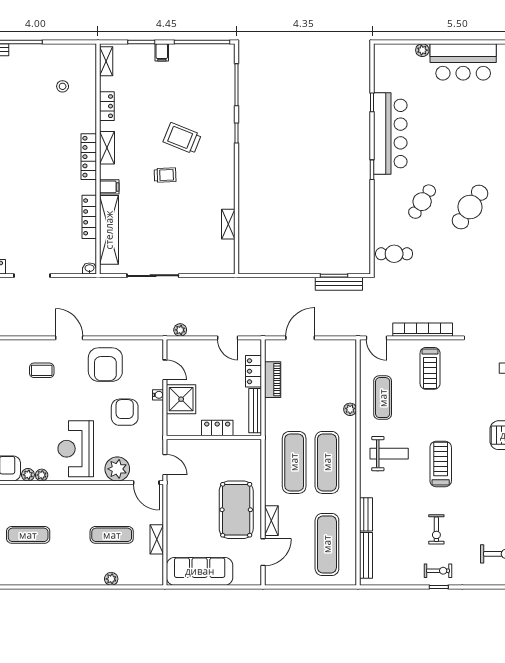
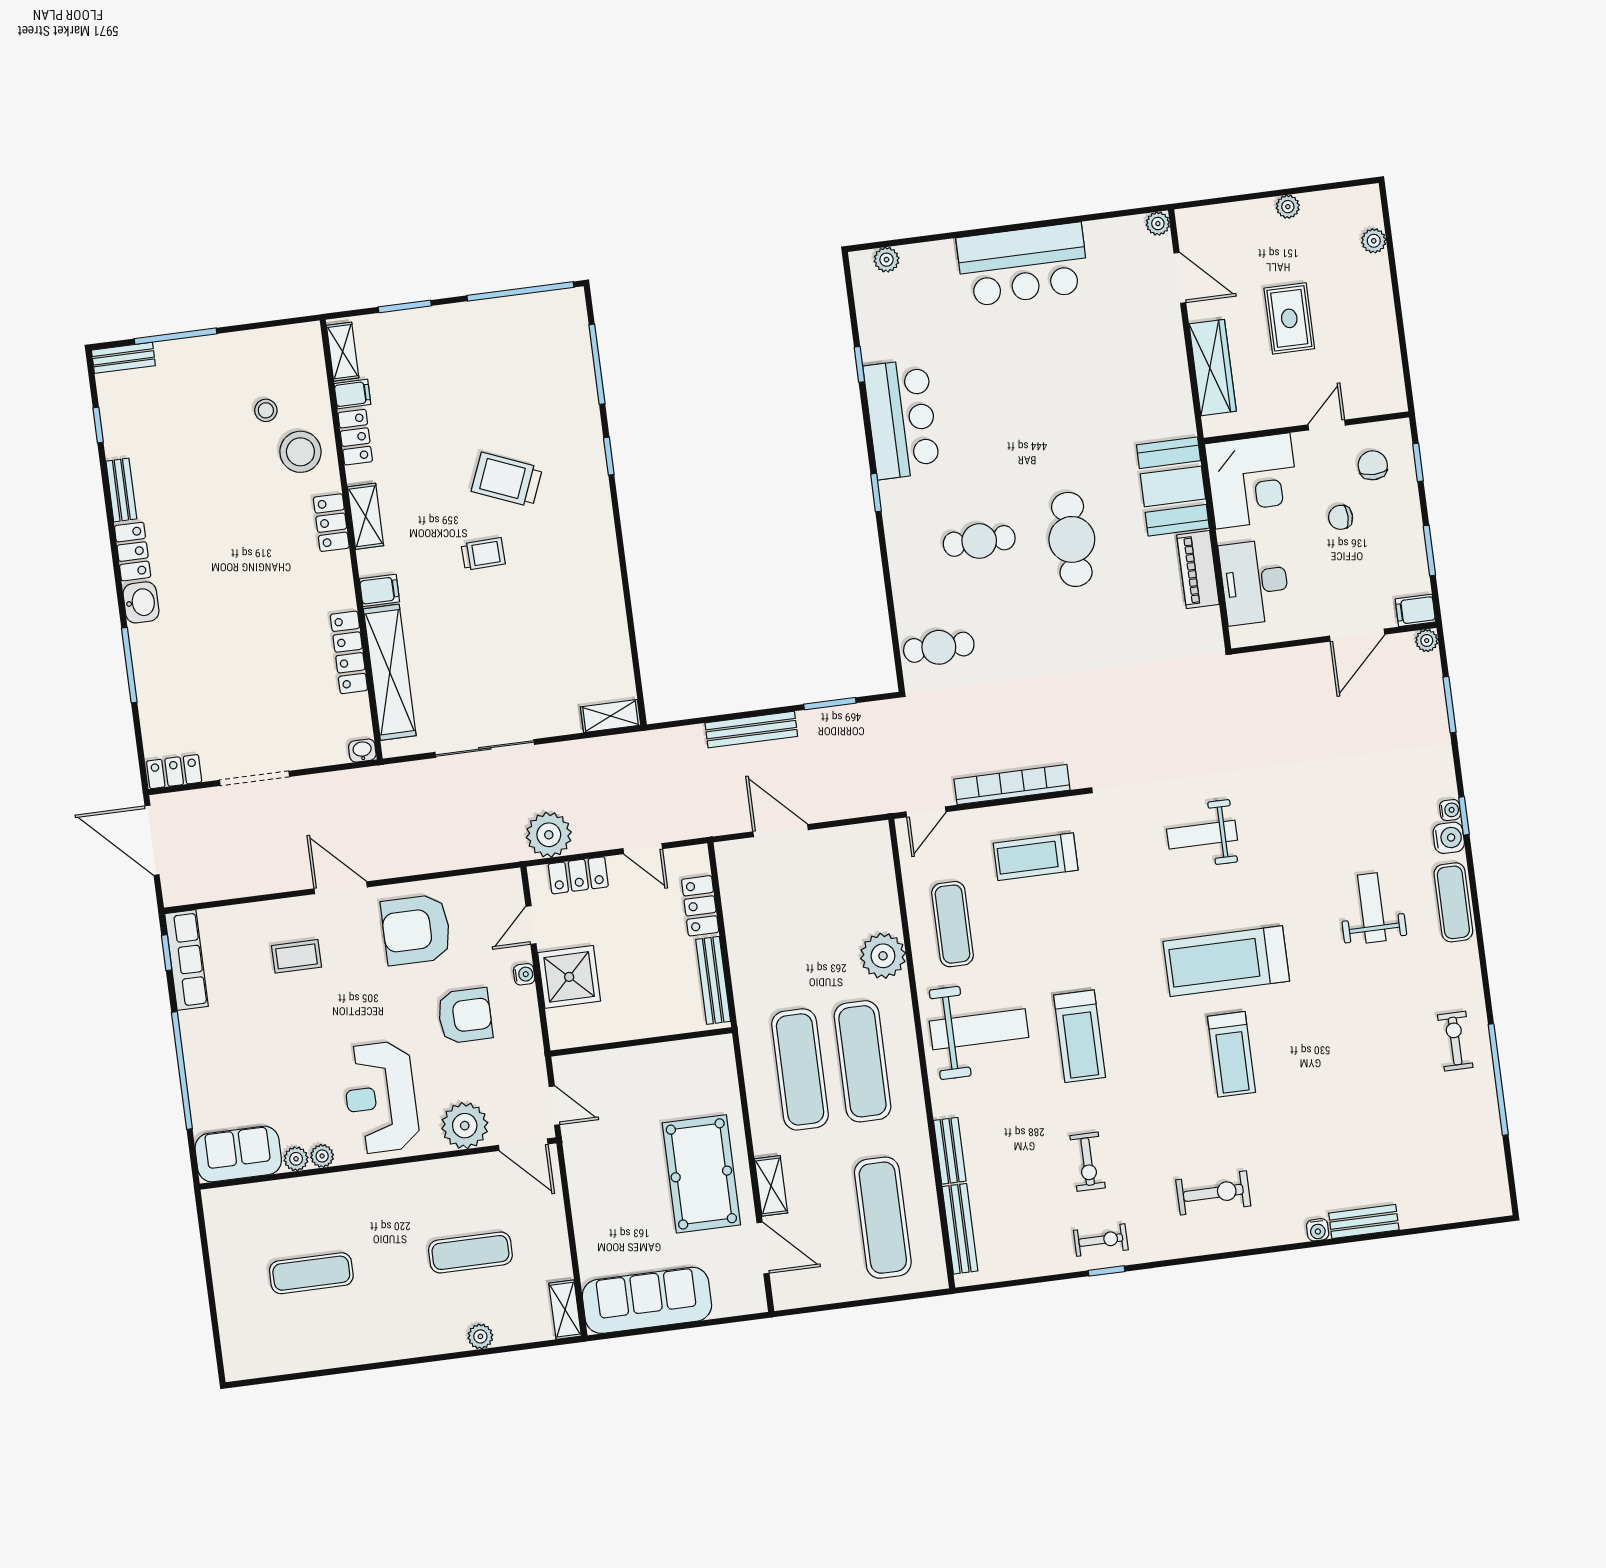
plant: (422, 50) -> (887, 260), moved
filing cabinet: (162, 52) -> (352, 394), moved, turned -90
stool: (78, 110) -> (300, 452), added
bar counter: (390, 133) -> (902, 419), width x0.73
locker: (89, 157) -> (331, 523), width x0.66
cafe table: (422, 202) -> (979, 541), turned 57
cafe table: (470, 207) -> (1072, 539), turned -34
shelving: (228, 224) -> (611, 716), moved, turned 90
bench: (339, 284) -> (751, 730), moved
plant: (180, 330) -> (549, 835), width x1.88, depth x1.88
door: (300, 338) -> (781, 831), hinge flipped
door: (376, 338) -> (926, 812), hinge flipped
armchair: (105, 365) -> (416, 930), turned 90
treadmill: (430, 368) -> (1036, 857), turned 90
door: (165, 370) -> (531, 925), swing flipped
piano: (273, 380) -> (739, 917), removed
plant: (350, 409) -> (883, 956), width x1.87, depth x1.87
armchair: (125, 412) -> (465, 1016), turned 90
locker: (217, 428) -> (578, 875), moved, turned 180
weight bench: (389, 454) -> (979, 1029), width x1.36, depth x1.33
treadmill: (441, 464) -> (1080, 1036), turned 180
shelving: (157, 539) -> (565, 1310), moved
door: (263, 552) -> (763, 1248), hinge flipped

